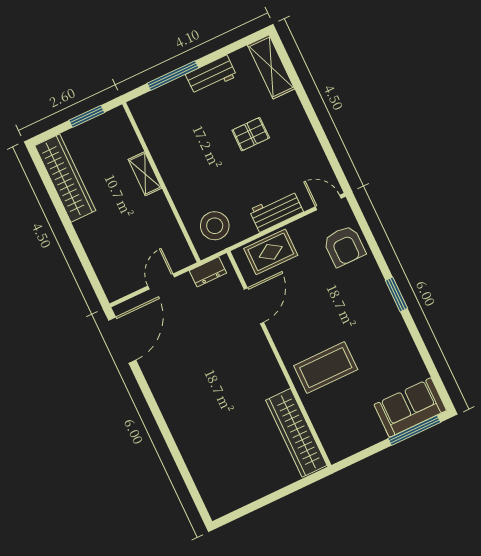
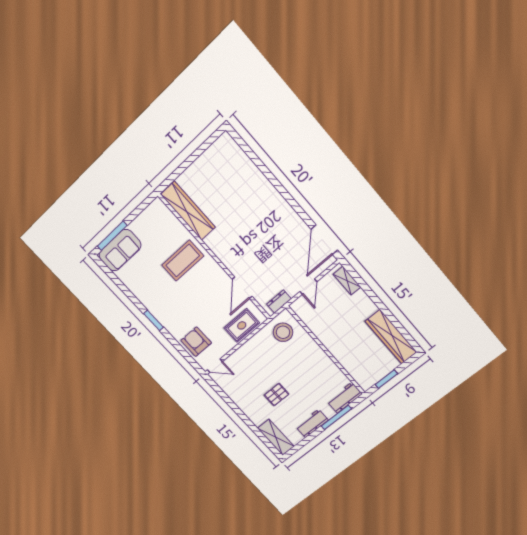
shelving: (145, 174) -> (347, 281), moved
workbench: (276, 211) -> (344, 398), moved, turned 180

